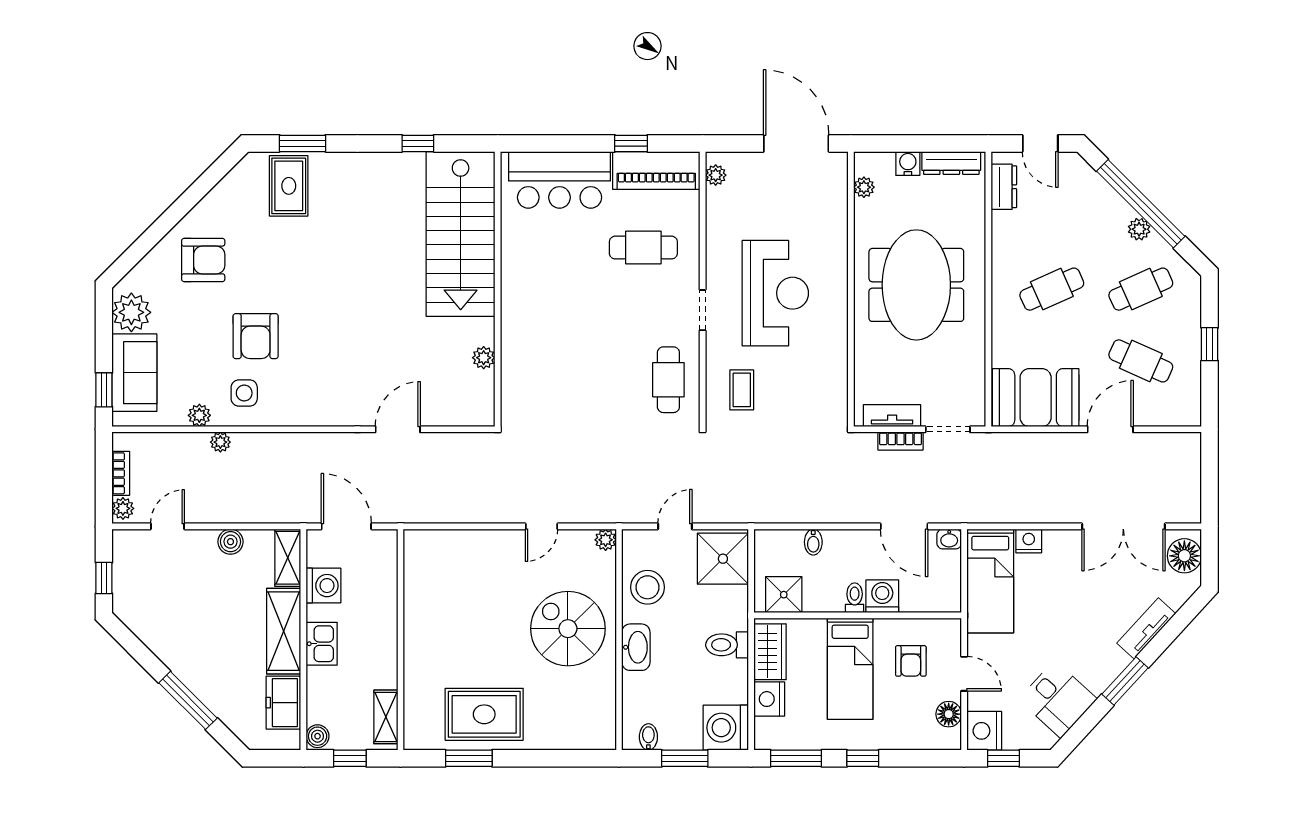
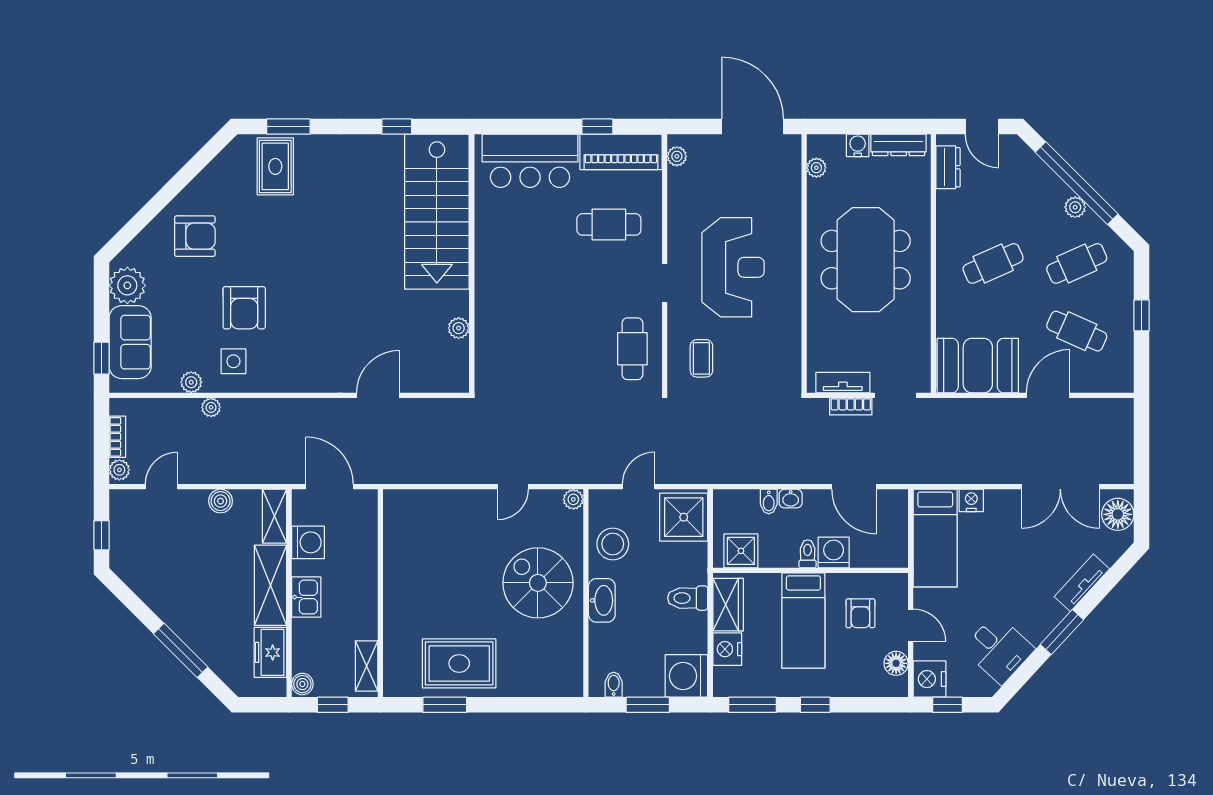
washbasin: (949, 539) -> (791, 499), moved

